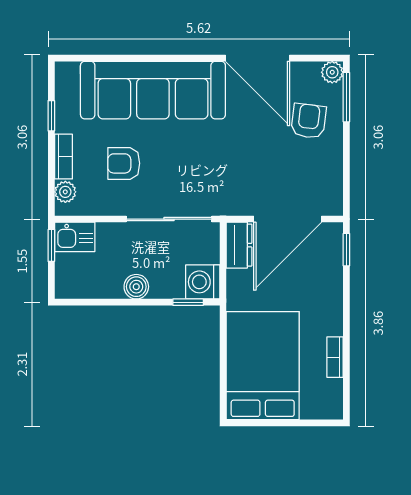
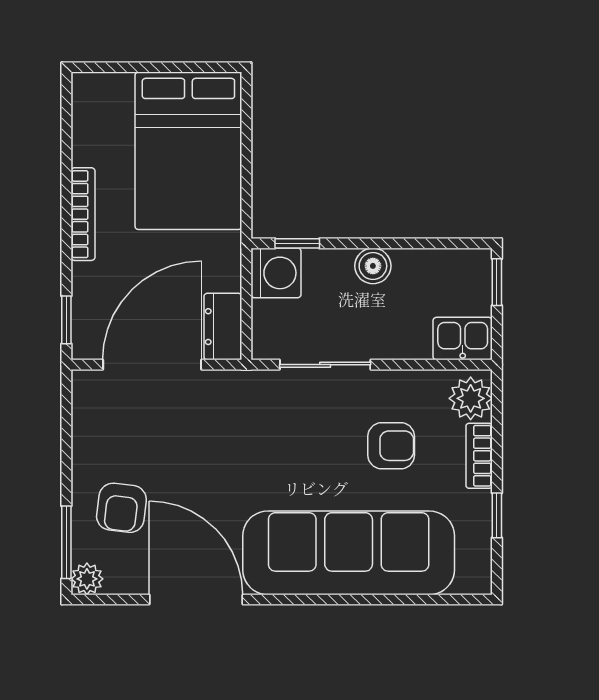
plant: (65, 192) -> (471, 398), width x1.38, depth x1.38
sliding door: (169, 219) -> (325, 365), width x0.73
window: (51, 245) -> (497, 282), moved
bookcase: (335, 357) -> (83, 214), moved, width x1.56

